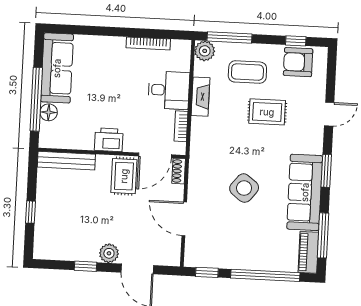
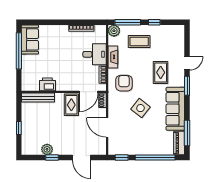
window: (296, 41) -> (154, 22), moved
armchair: (298, 62) -> (124, 83), moved, turned 90
sofa: (57, 68) -> (30, 39), width x0.73
window: (36, 99) -> (19, 51), moved
floor lamp: (49, 112) -> (26, 70), removed
rug: (267, 112) -> (161, 72), moved, turned 90
printer: (109, 140) -> (47, 84), moved
window: (326, 171) -> (187, 86), moved
plant: (109, 253) -> (47, 149), moved

